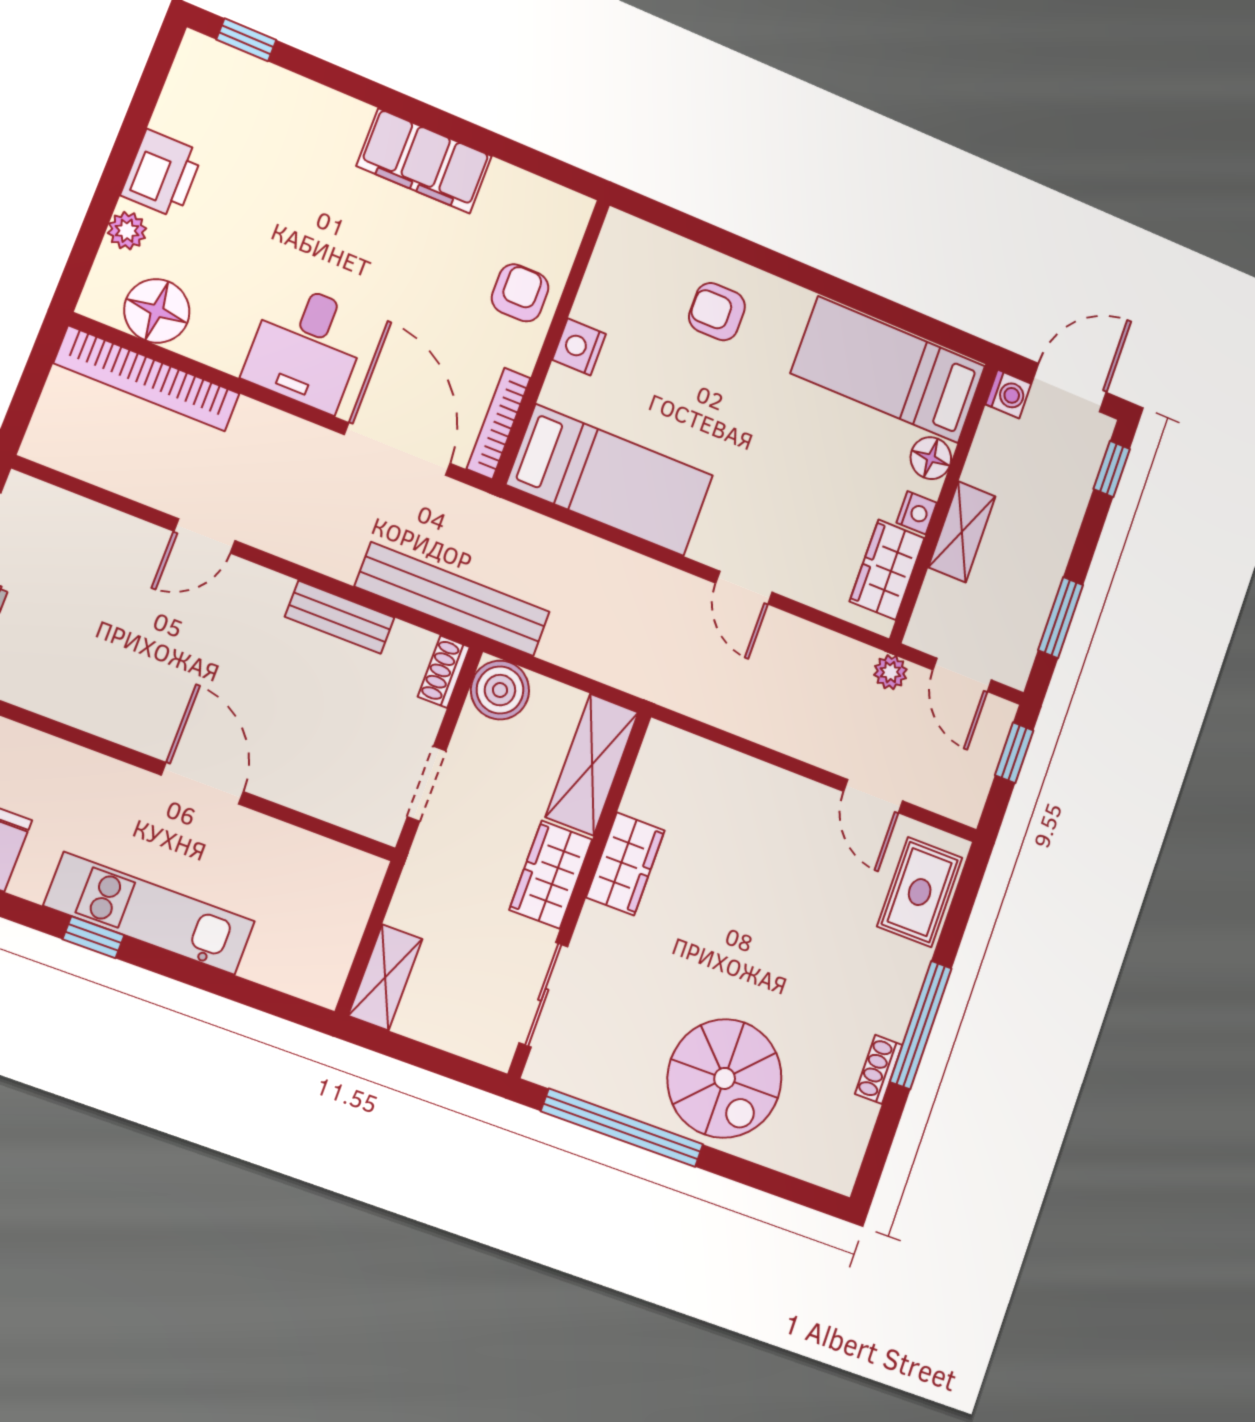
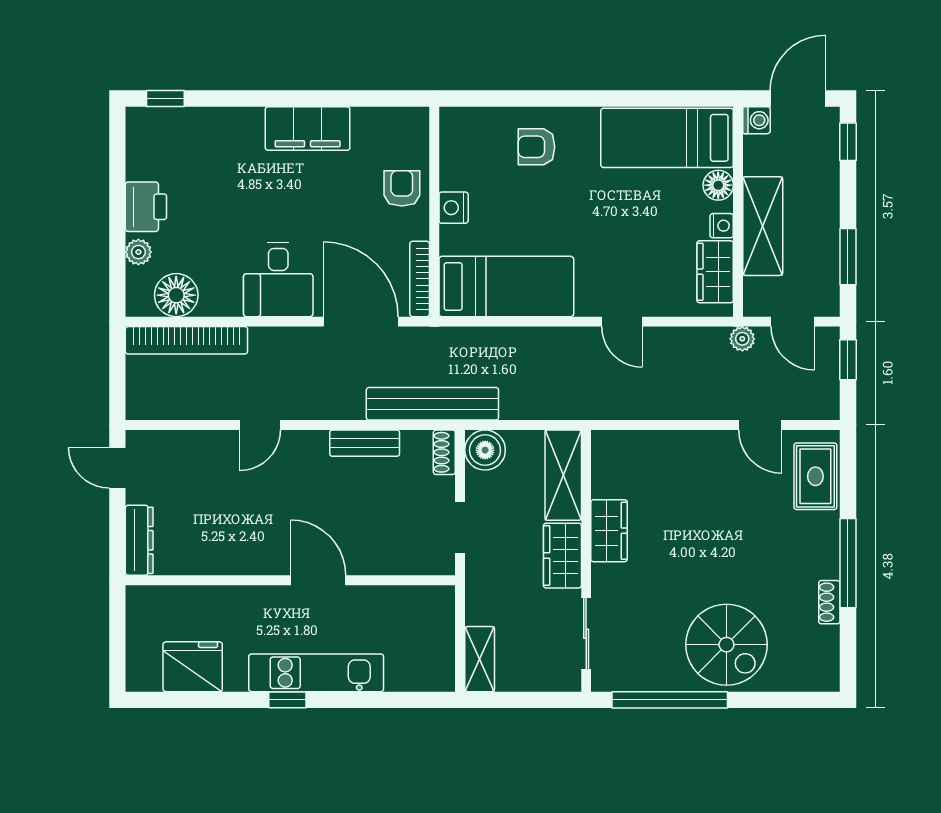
shelving: (962, 532) -> (763, 226), width x1.50, depth x1.33

